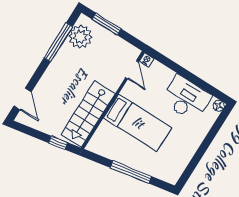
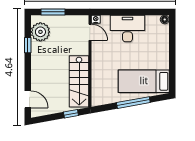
window: (58, 42) -> (28, 45), width x0.46
desk: (186, 98) -> (127, 28), moved
bed: (138, 123) -> (144, 81), moved, turned 180

